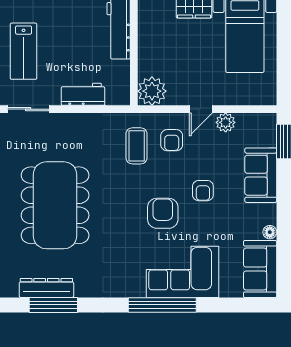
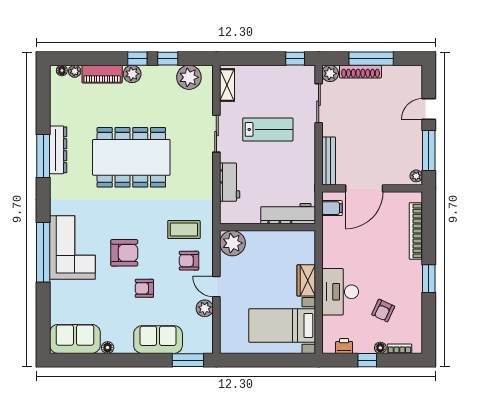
lab bench: (24, 51) -> (268, 129), turned 180
corner sofa: (183, 272) -> (72, 248), moved

